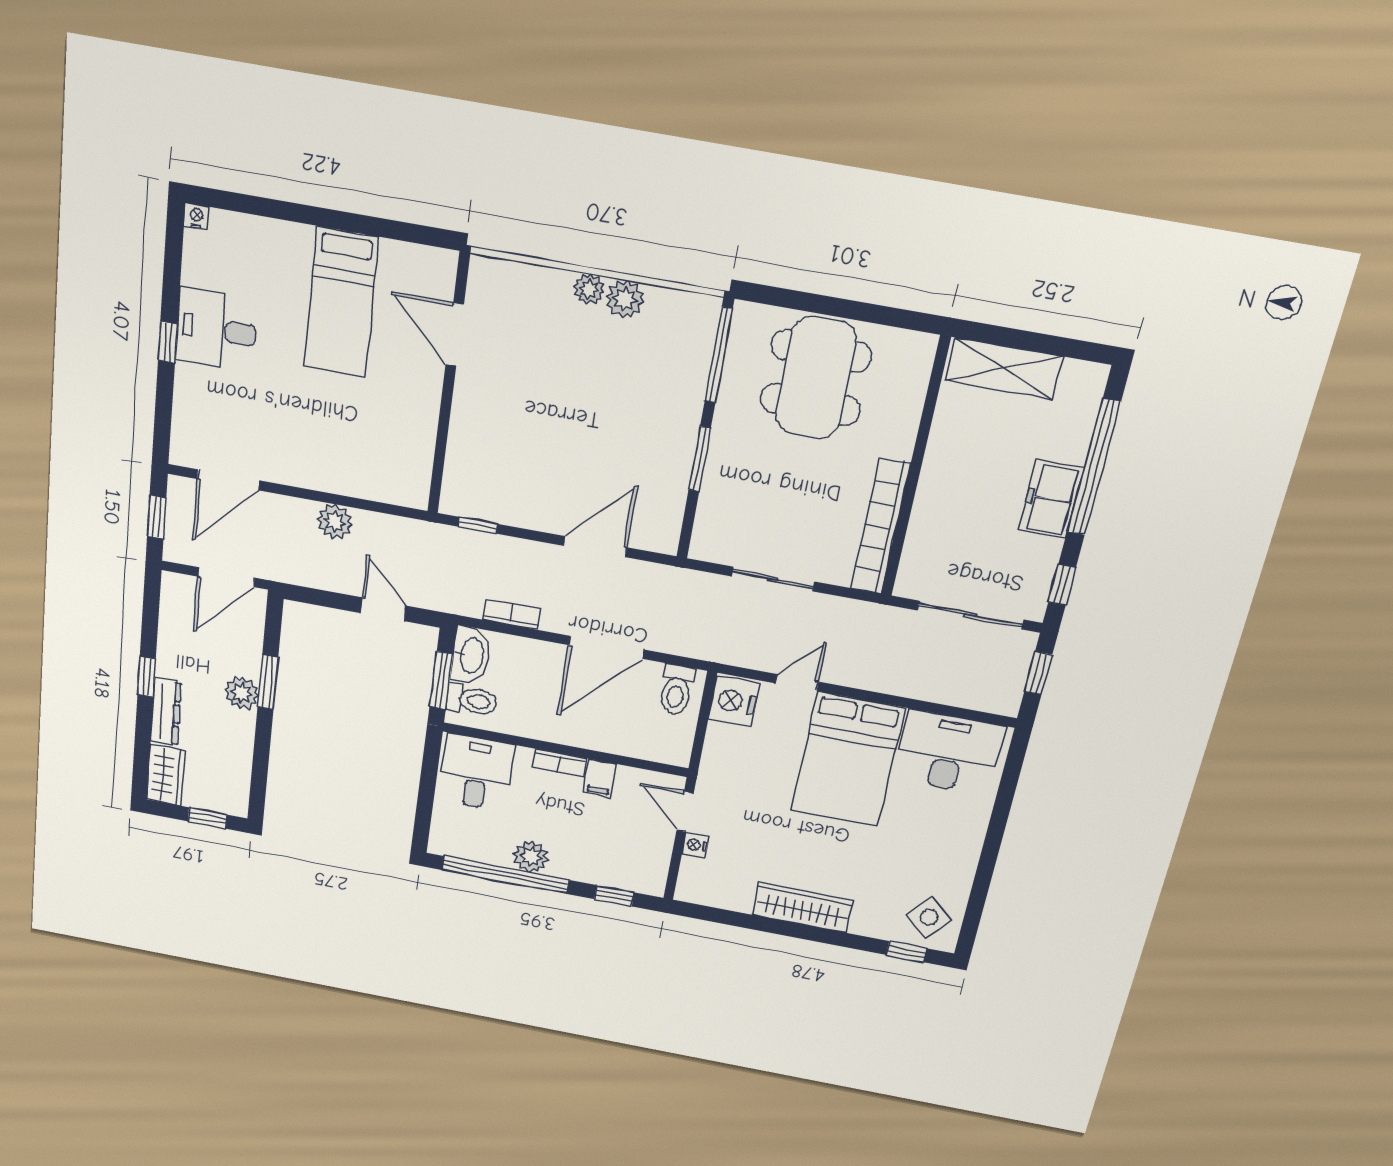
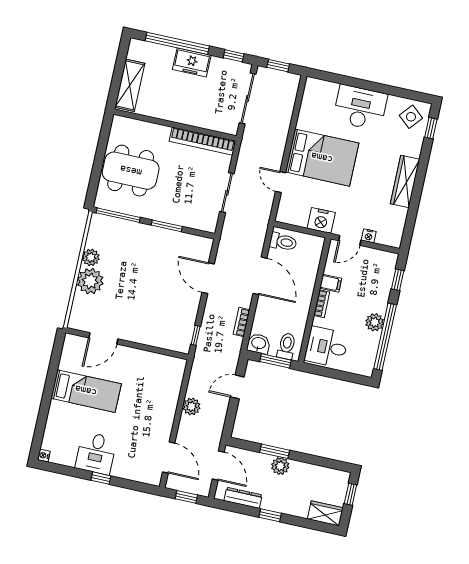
plant: (589, 289) -> (90, 281), width x1.87, depth x1.87
washbasin: (471, 655) -> (259, 344), width x0.72
nightstand: (734, 701) -> (321, 220), moved
dresser: (166, 712) -> (243, 498), moved
desk: (949, 752) -> (360, 108), moved, turned 90

